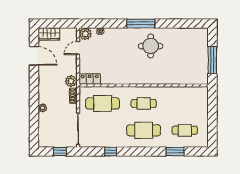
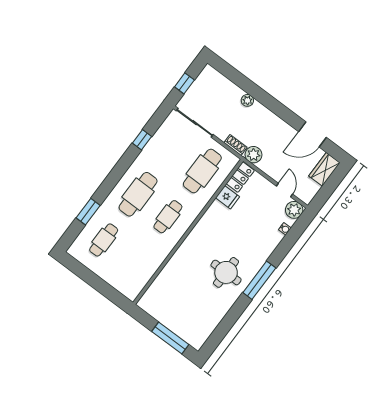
window: (212, 60) -> (170, 338), moved
fridge: (107, 78) -> (228, 197), added

